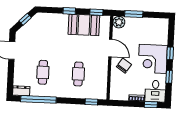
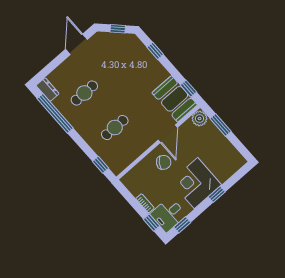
window: (69, 11) -> (155, 51), moved
booth: (84, 25) -> (175, 99), moved
window: (169, 77) -> (182, 225), moved

